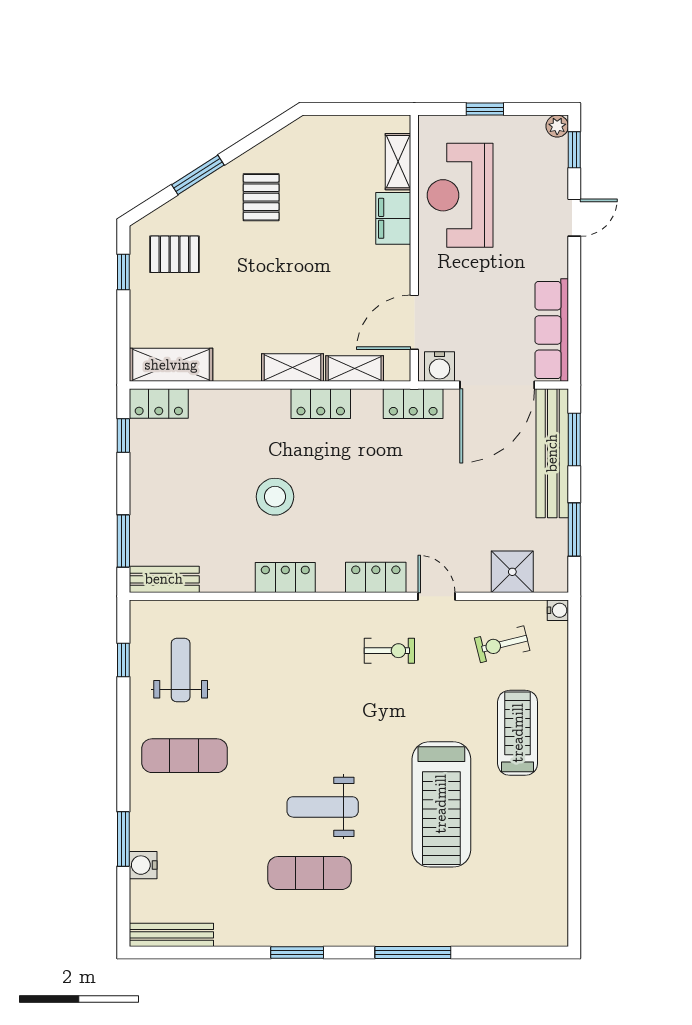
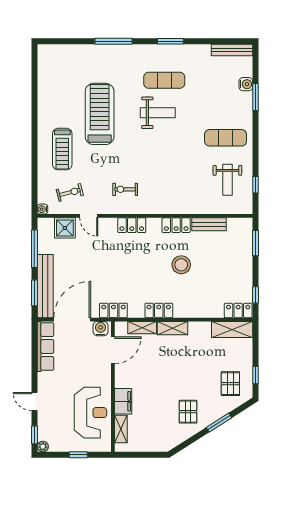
door: (574, 218) -> (34, 402), hinge flipped
pallet: (174, 254) -> (230, 384), turned 90
window: (574, 529) -> (34, 249), width x1.44
bench: (164, 579) -> (209, 224), moved
door: (437, 596) -> (89, 216), moved

